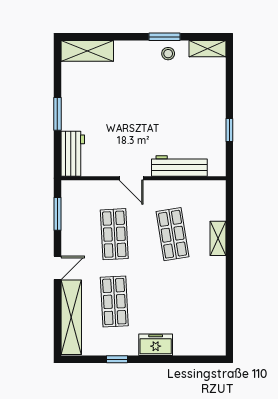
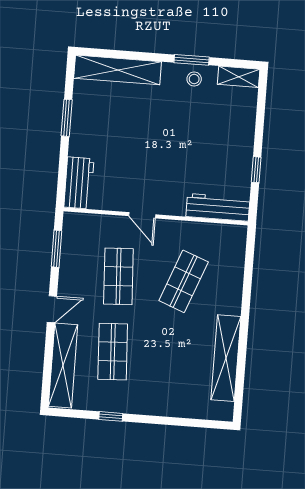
shelving: (87, 51) -> (118, 70), width x1.47
window: (57, 114) -> (67, 118), moved
workbench: (179, 166) -> (218, 207), moved
shop shelf: (173, 234) -> (184, 281), turned 30
shelving: (218, 238) -> (226, 358), moved, width x2.20, depth x1.33
freezer: (156, 345) -> (155, 404), removed

